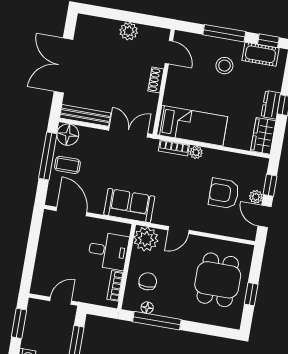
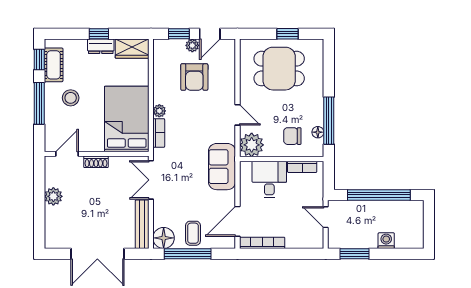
bed: (192, 126) -> (127, 119), width x1.50
bookcase: (46, 233) -> (262, 243), added

